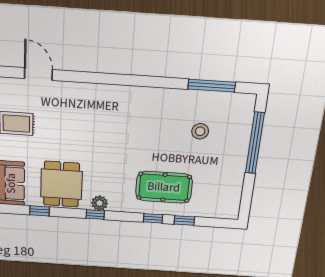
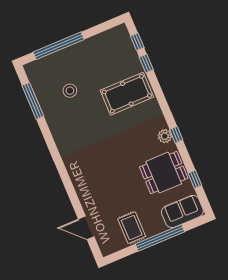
door: (38, 74) -> (86, 228), hinge flipped
pool table: (164, 187) -> (127, 94), turned 90
window: (153, 218) -> (137, 42), moved

